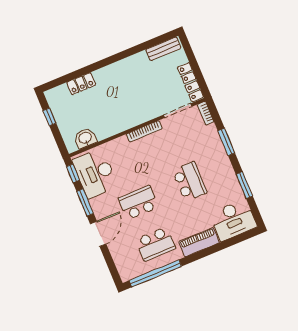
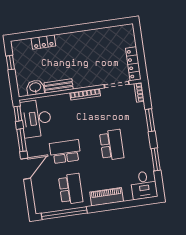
bench: (163, 49) -> (59, 86), moved
desk: (233, 220) -> (144, 185), width x0.73
school desk: (156, 244) -> (71, 189), turned -90

